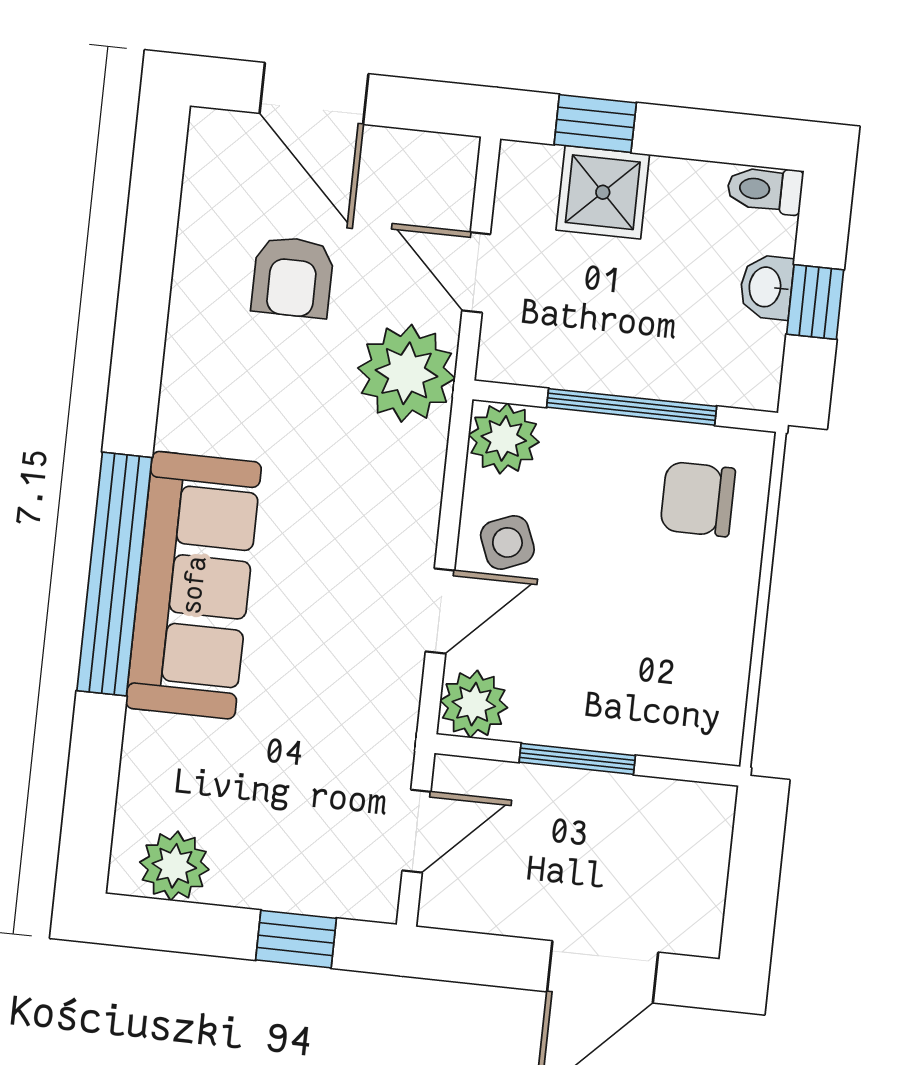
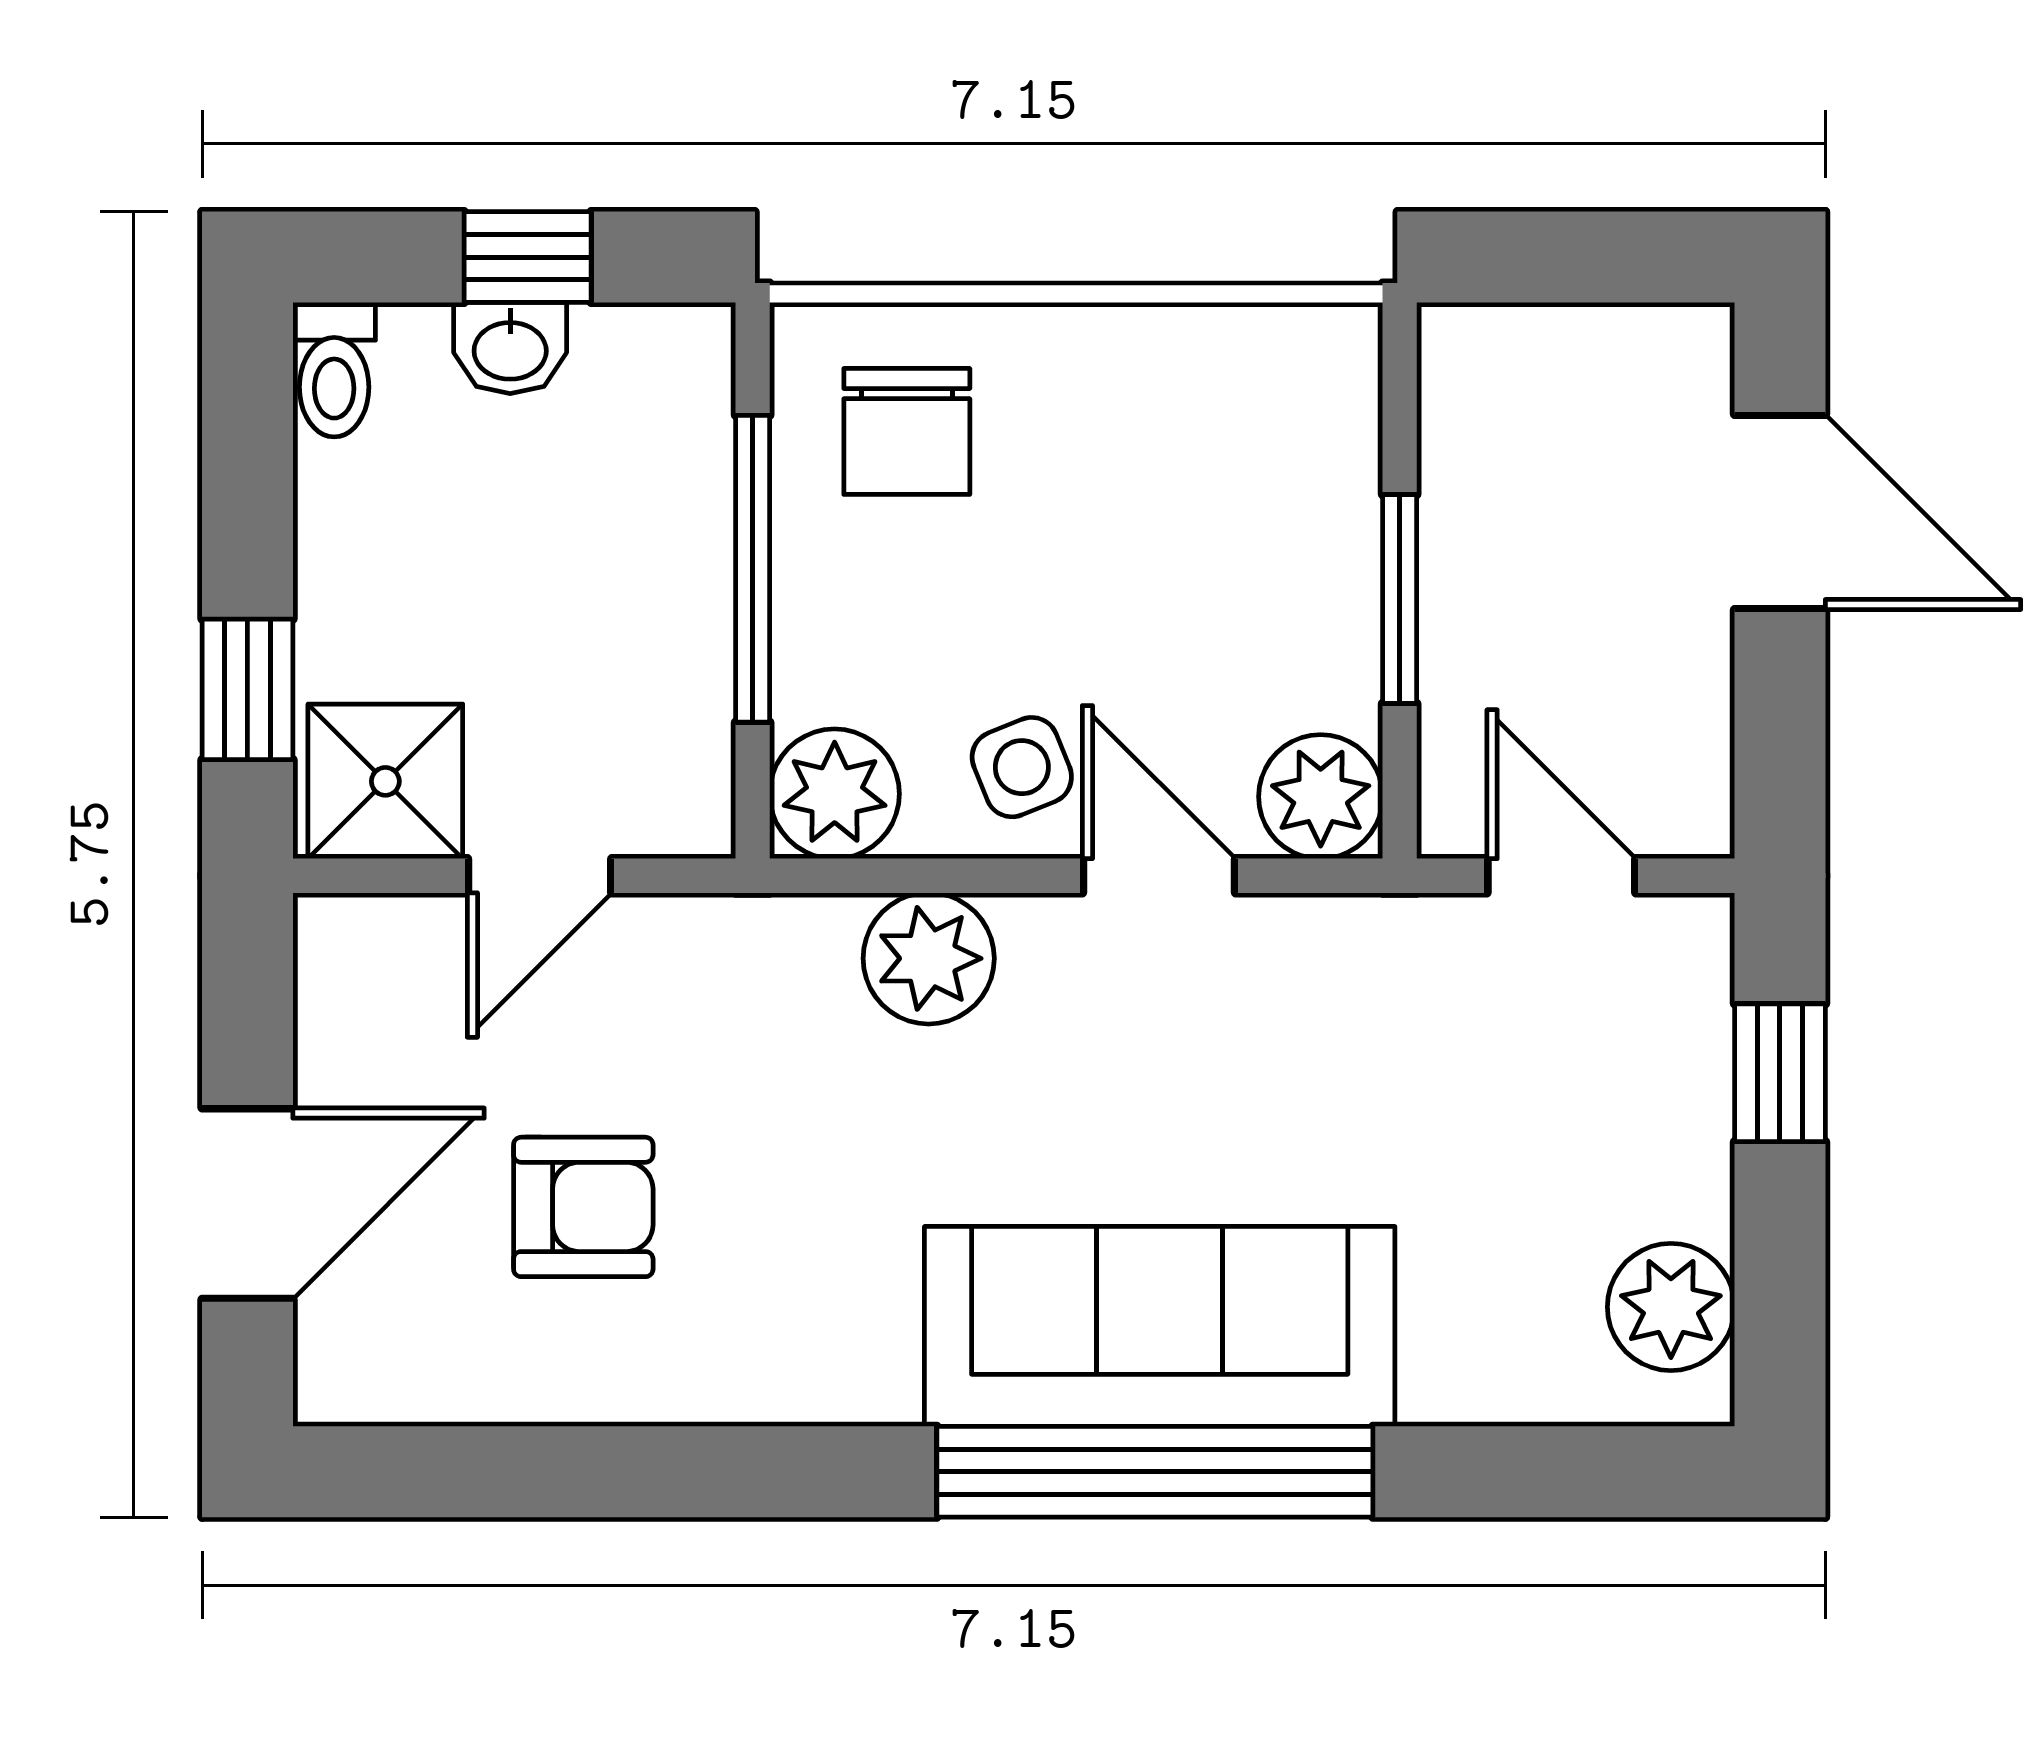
shower: (603, 192) -> (385, 781), moved
plant: (407, 373) -> (929, 958), moved, width x0.73, depth x0.73

